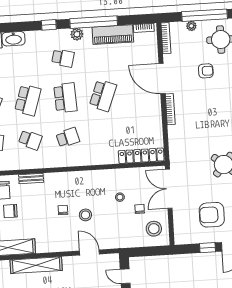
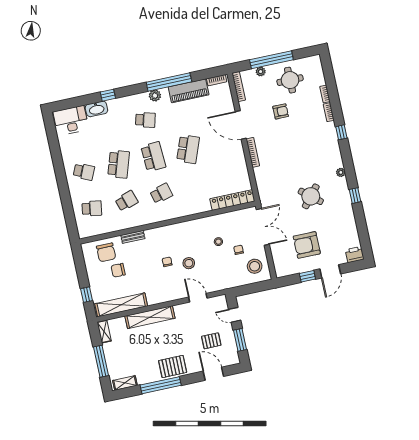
window: (49, 25) -> (108, 95), moved
school desk: (30, 140) -> (127, 201), turned -42
double door: (169, 189) -> (263, 227), swing flipped

